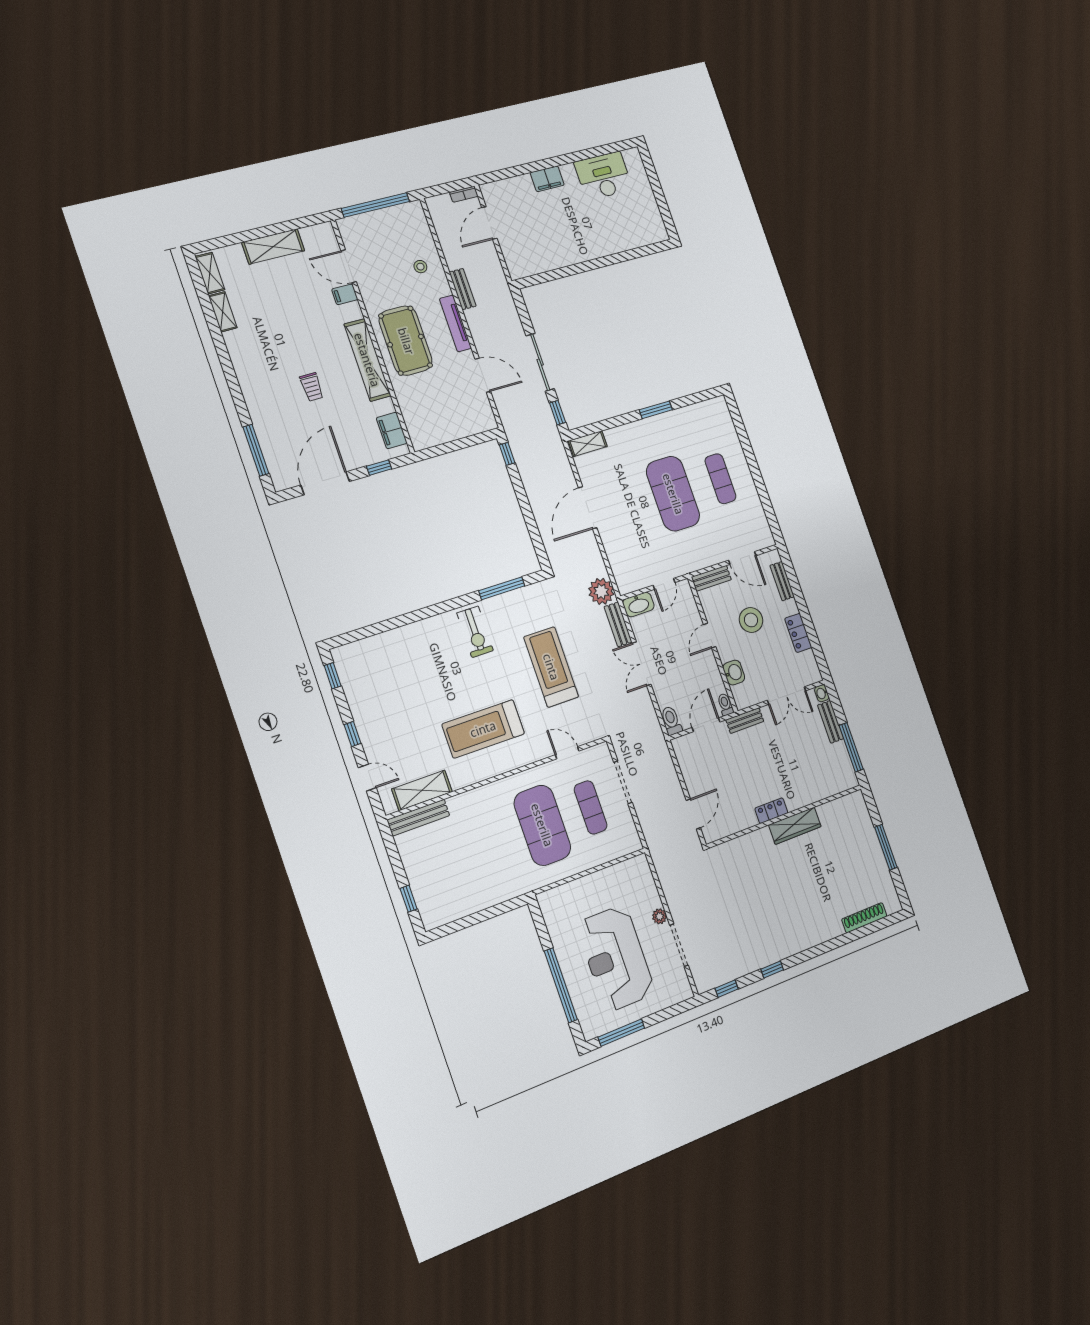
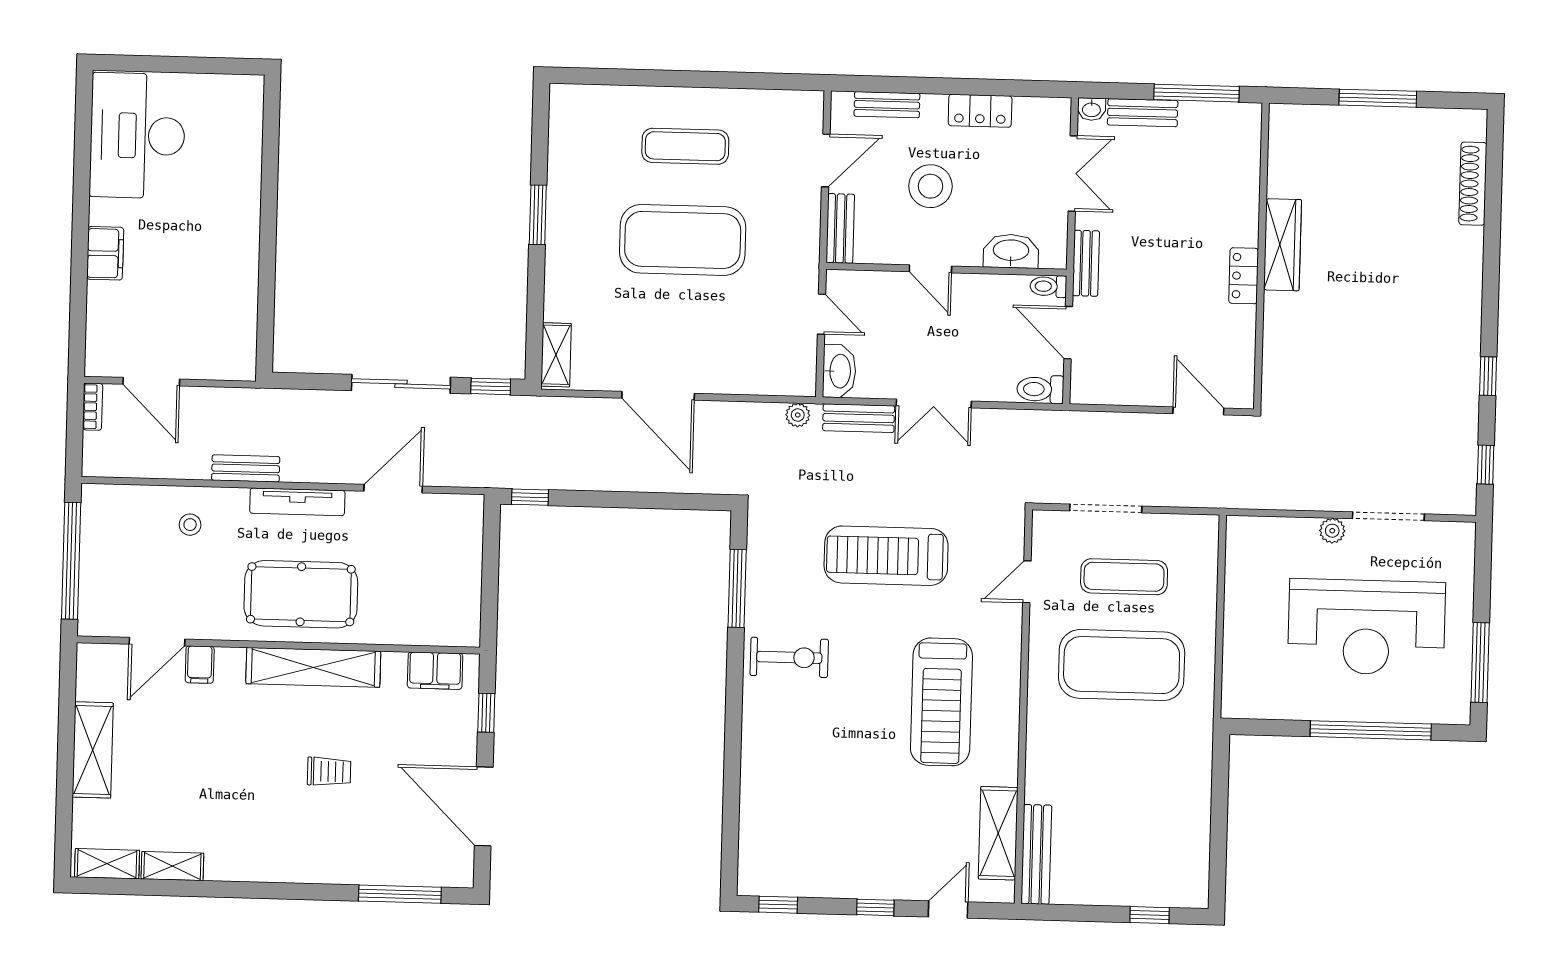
desk: (603, 176) -> (137, 136), width x1.36, depth x1.30
plant: (601, 591) -> (798, 415), width x0.53, depth x0.53
washbasin: (734, 673) -> (1011, 251), width x1.38

